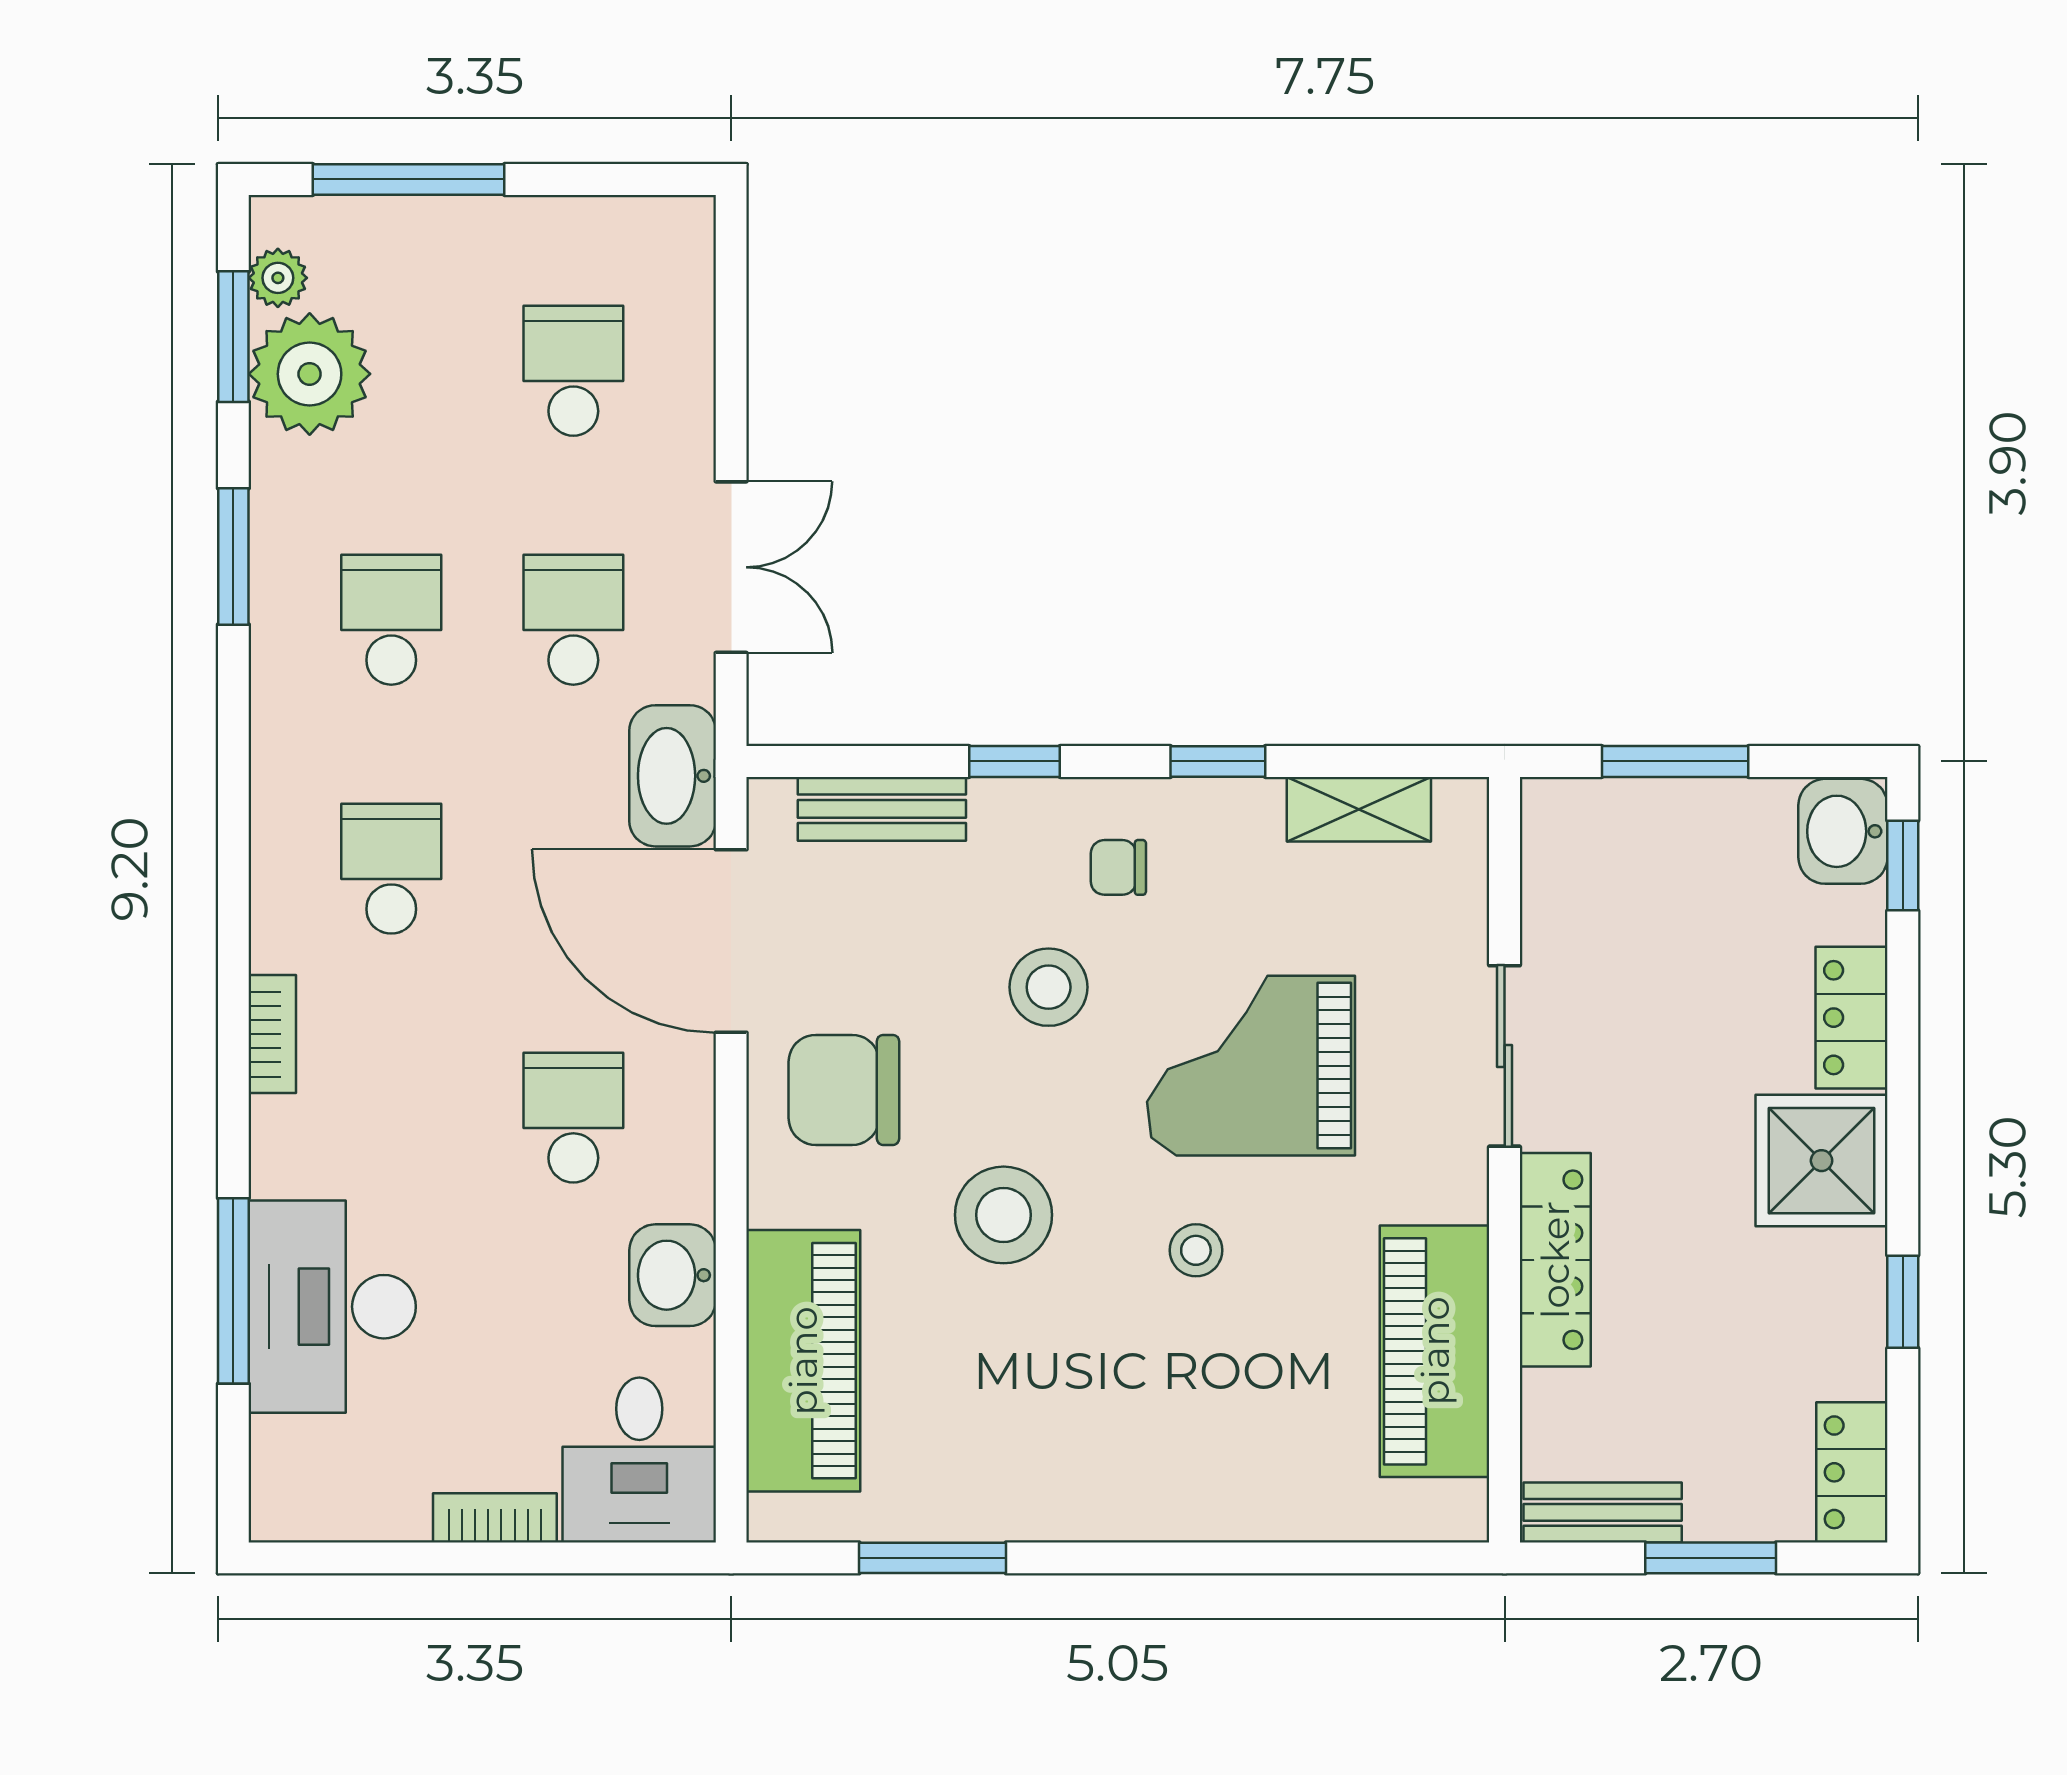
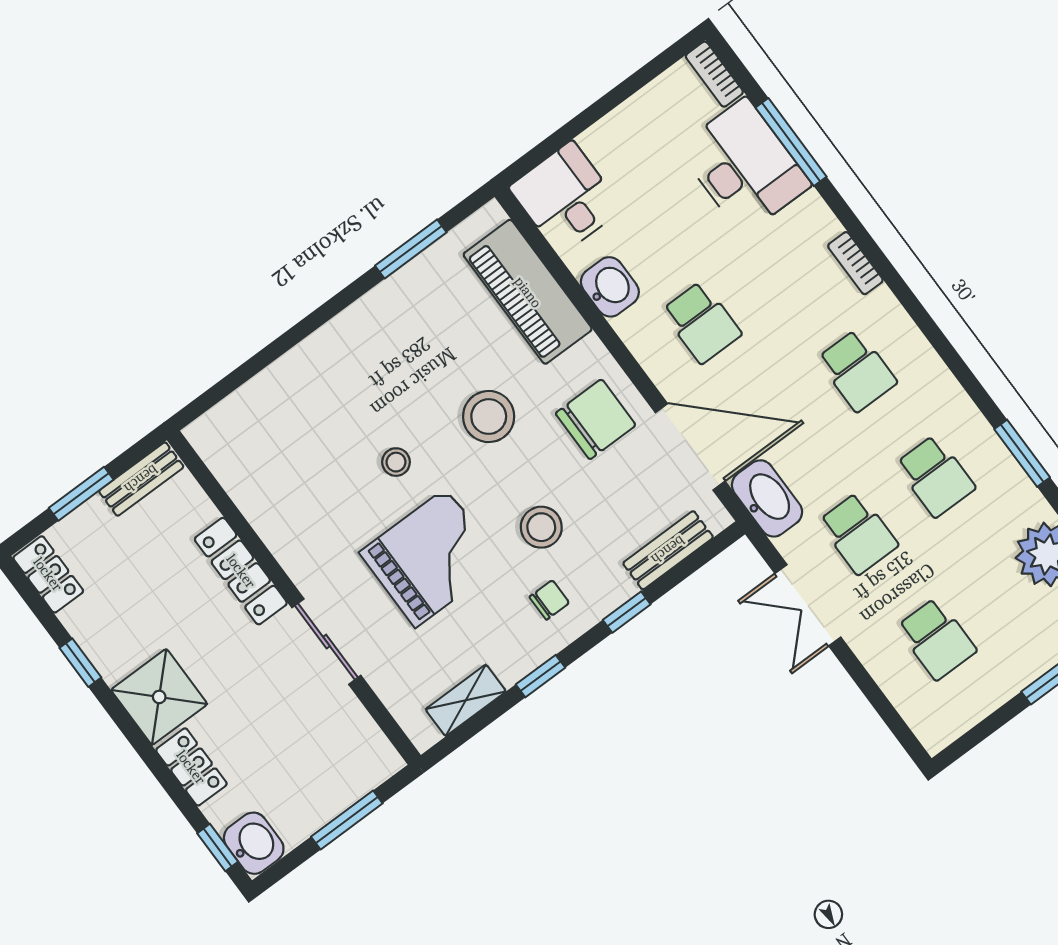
piano: (1435, 1351) -> (263, 494), removed
bookcase: (495, 1518) -> (714, 74), moved, turned 90

